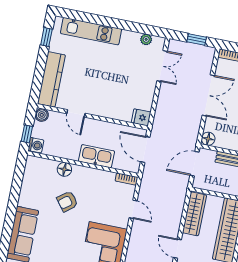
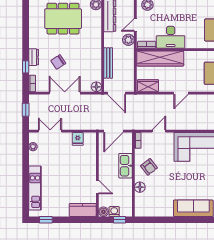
kitchen counter: (51, 79) -> (83, 210), width x0.67
door: (76, 113) -> (97, 187), hinge flipped
fridge: (141, 117) -> (78, 139), moved
washing machine: (36, 145) -> (114, 212), moved
armchair: (67, 201) -> (149, 167), moved
wardrobe: (194, 214) -> (148, 86), width x0.67

